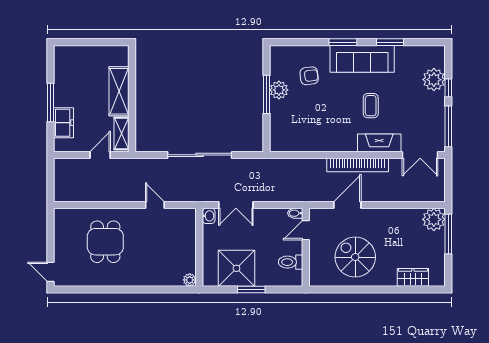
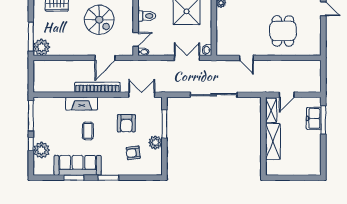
sofa: (362, 59) -> (78, 165), moved
window: (267, 94) -> (164, 124), moved
window: (50, 103) -> (323, 120), moved
armchair: (318, 116) -> (126, 123), added
double door: (420, 155) -> (142, 95), moved

